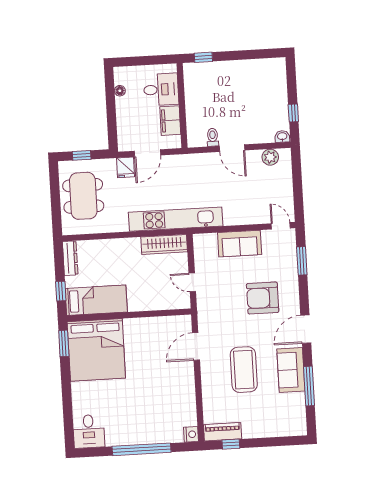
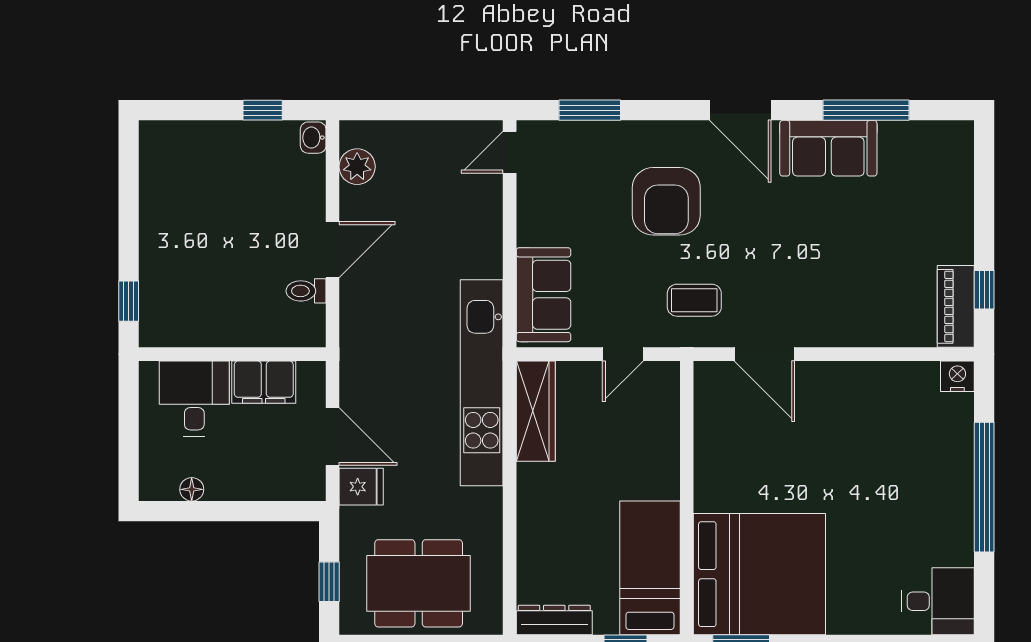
sofa: (240, 244) -> (544, 295), moved
coffee table: (244, 370) -> (694, 300), moved, width x0.54, depth x0.58

